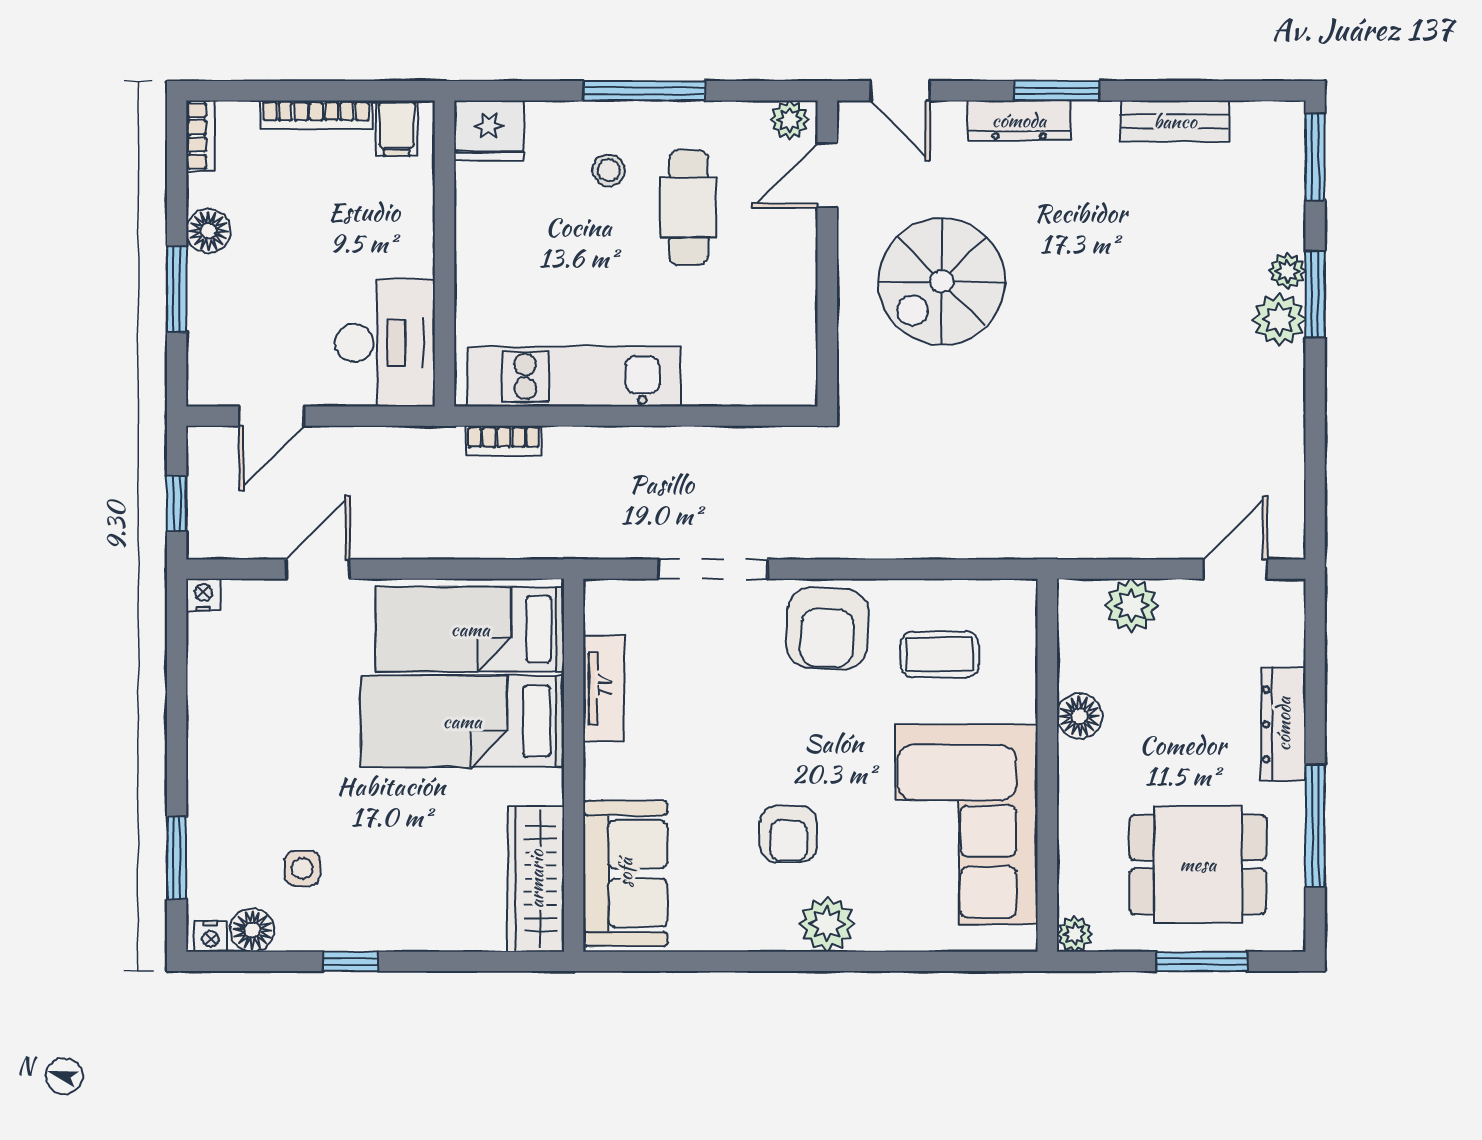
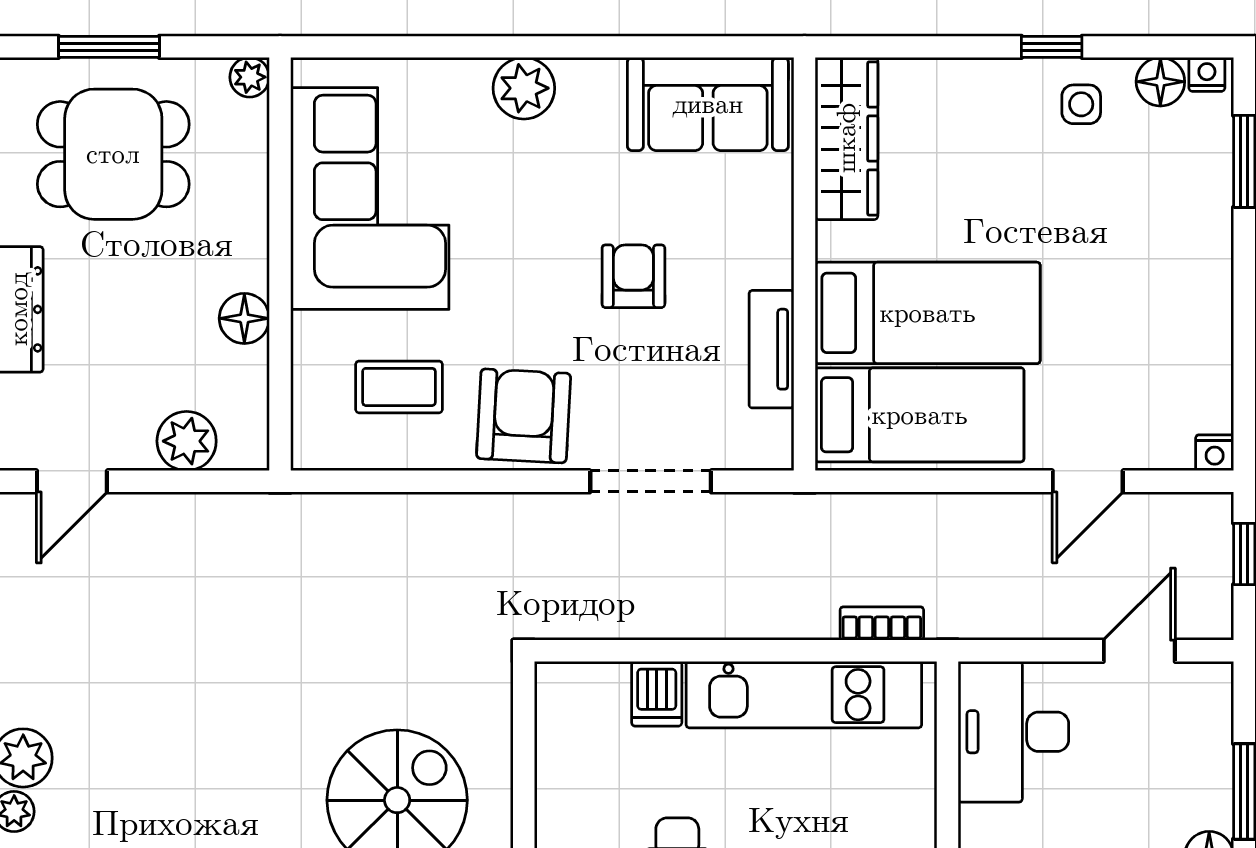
dishwasher: (707, 377) -> (657, 694), added
armchair: (789, 834) -> (633, 276), moved
side table: (302, 868) -> (1081, 104), moved
sofa: (625, 873) -> (708, 104), moved, turned -90

